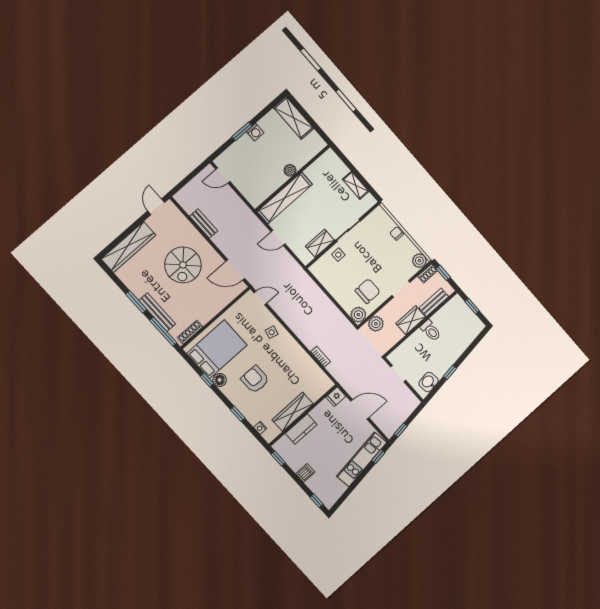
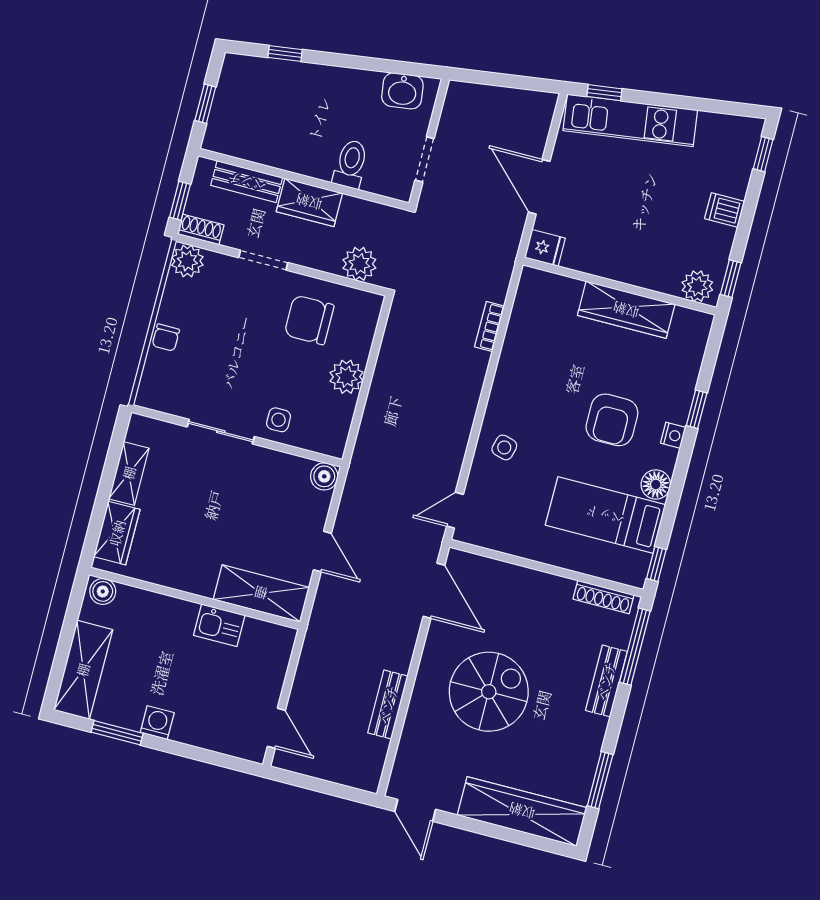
window: (242, 131) -> (117, 733), moved
boiler: (290, 170) -> (103, 591), moved
kitchen sink: (276, 180) -> (219, 625), added
shelving: (285, 198) -> (261, 593), width x0.68
door: (156, 207) -> (415, 810), hinge flipped
wardrobe: (320, 243) -> (117, 533), moved, turned -90
boiler: (306, 258) -> (324, 476), added
door: (260, 298) -> (455, 510), hinge flipped
window: (136, 302) -> (600, 780), moved
bench: (157, 312) -> (606, 681), width x0.73
plant: (358, 315) -> (347, 377), moved
toilet: (431, 331) -> (351, 164), moved
bed: (217, 349) -> (605, 515), width x0.67
window: (450, 372) -> (285, 53), moved
window: (207, 380) -> (656, 564), moved
nightstand: (260, 428) -> (673, 435), moved
kitchen counter: (301, 429) -> (648, 272), removed
window: (401, 430) -> (527, 83), removed
plant: (284, 444) -> (697, 286), added

